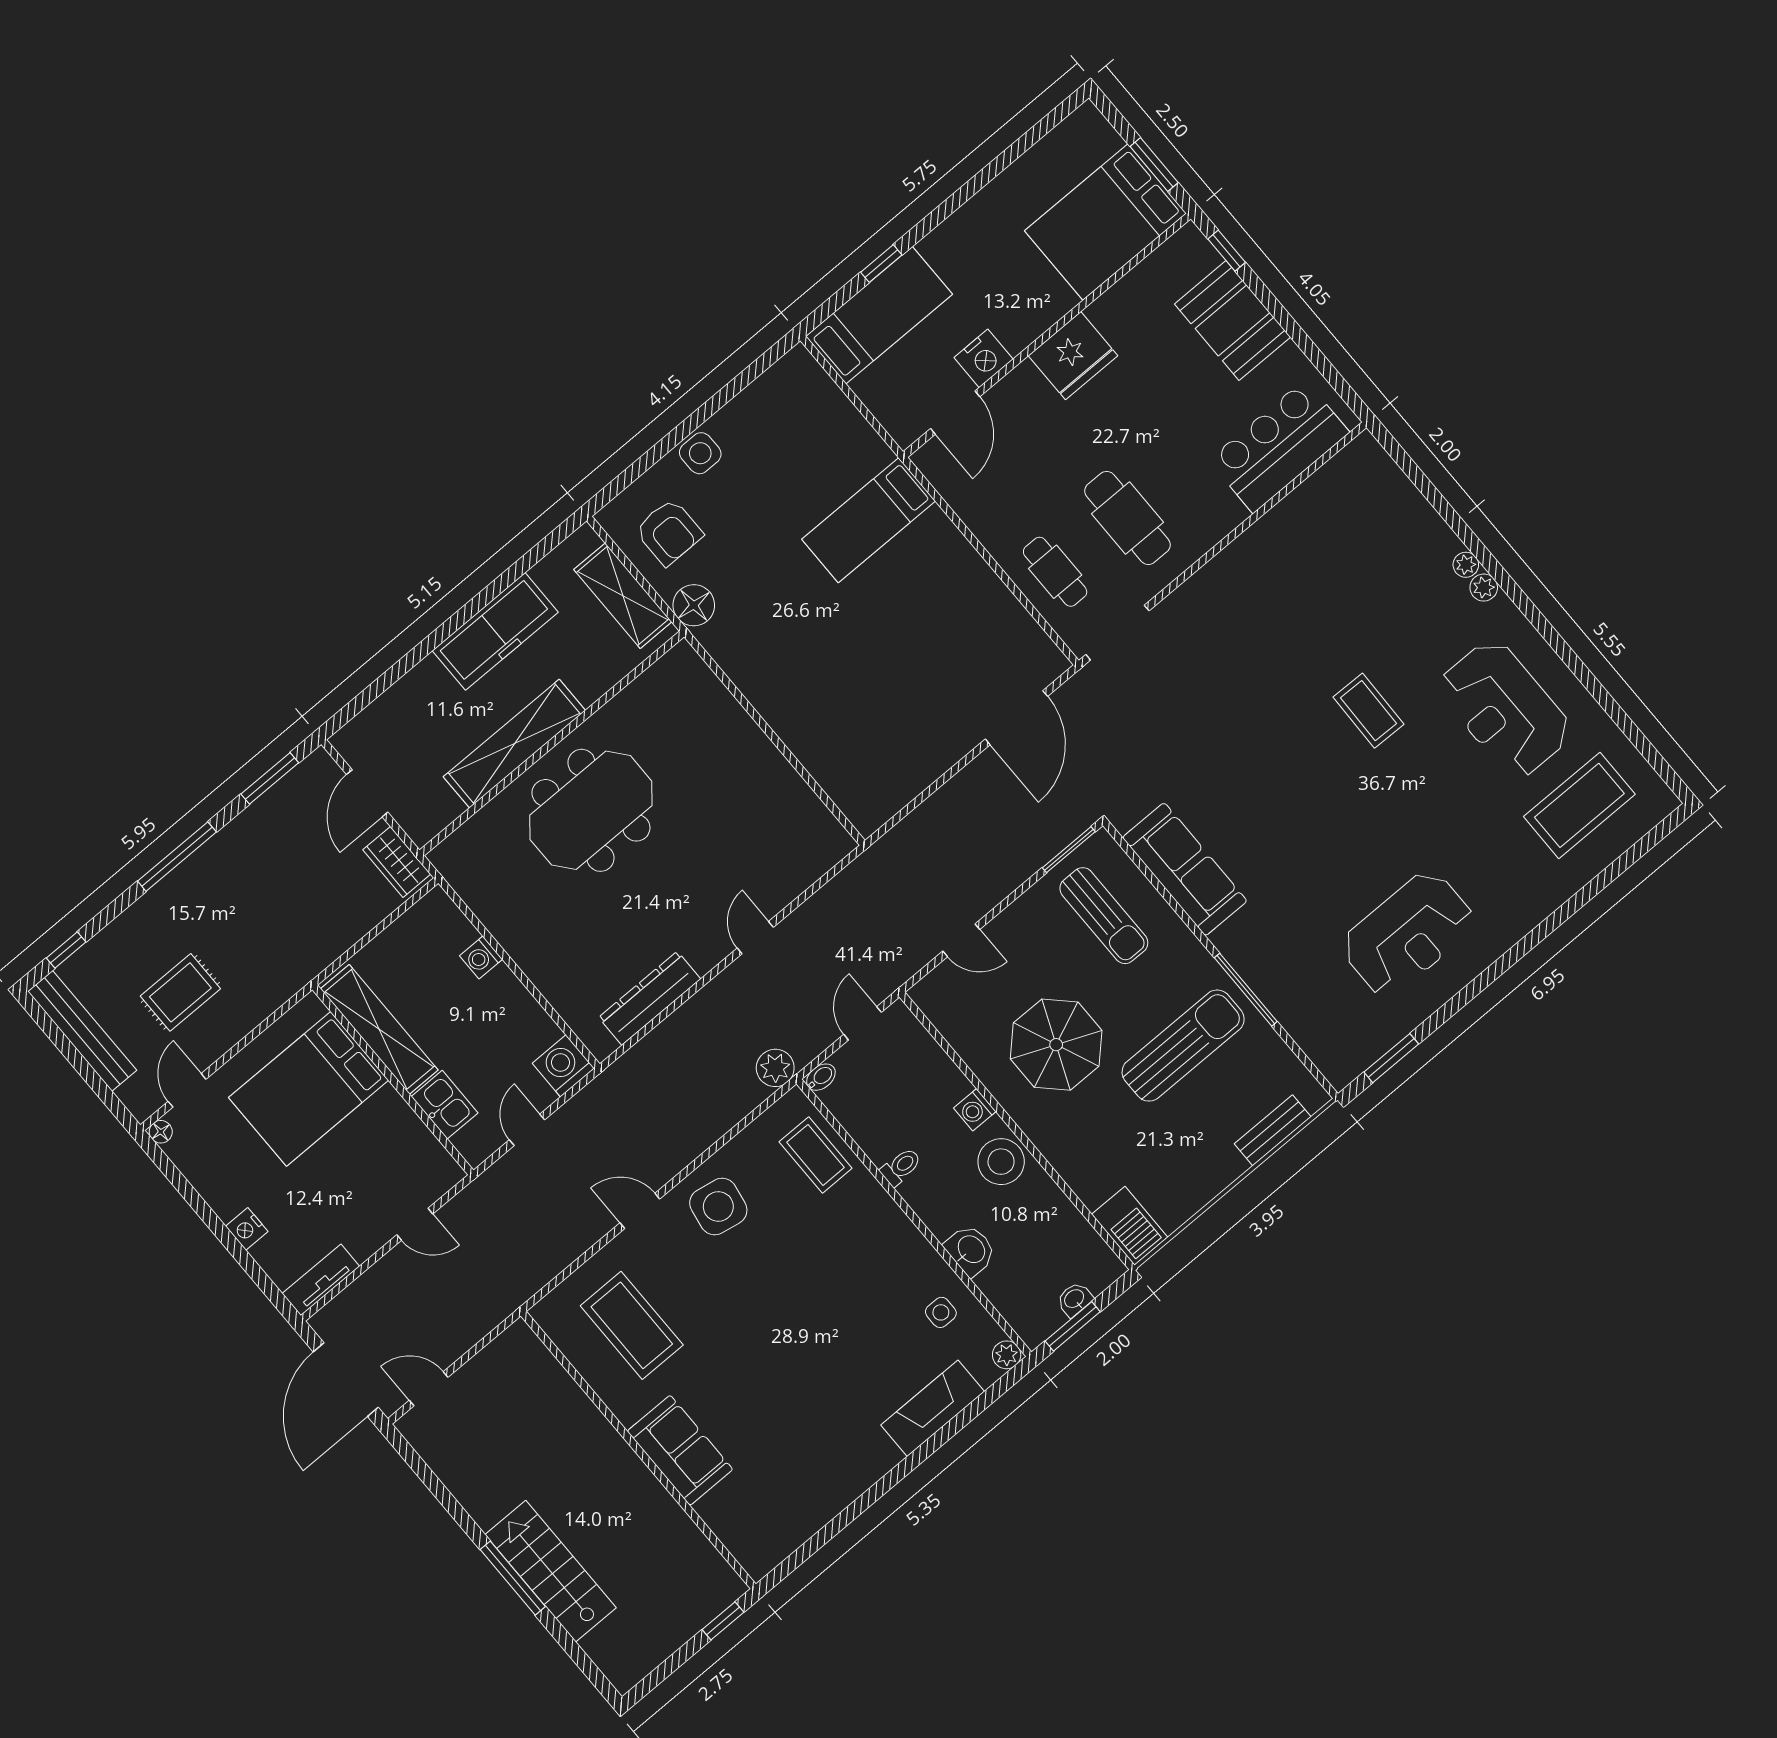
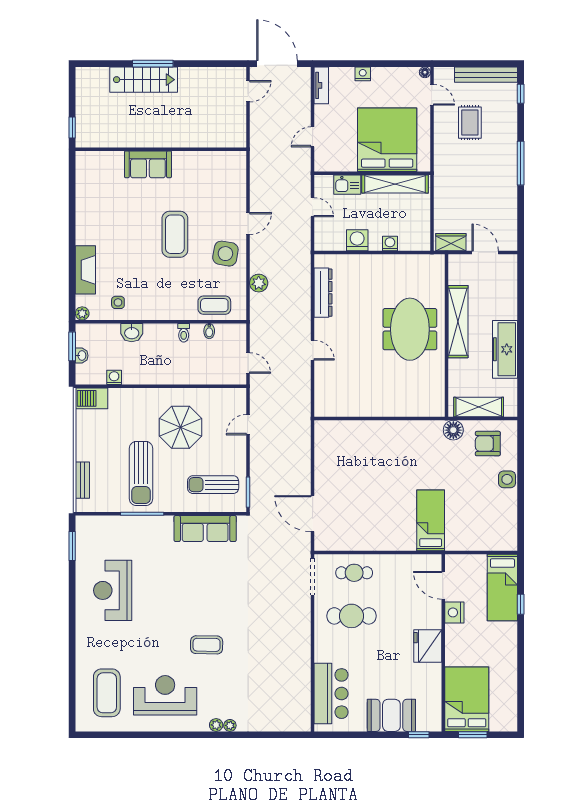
window: (270, 778) -> (521, 221), removed
washing machine: (563, 1066) -> (357, 240), moved, turned -90
plant: (775, 1068) -> (259, 283), moved
bidet: (821, 1077) -> (209, 331), moved
bed: (309, 1089) -> (387, 140), width x1.36
washing machine: (975, 1110) -> (114, 377), moved
stool: (1001, 1162) -> (155, 371), removed
coffee table: (632, 1325) -> (175, 234), moved, turned 90

